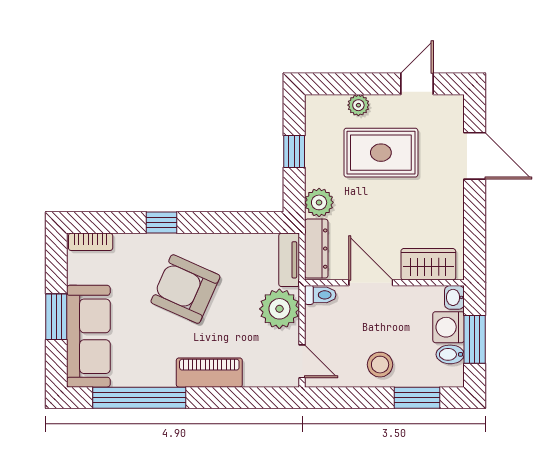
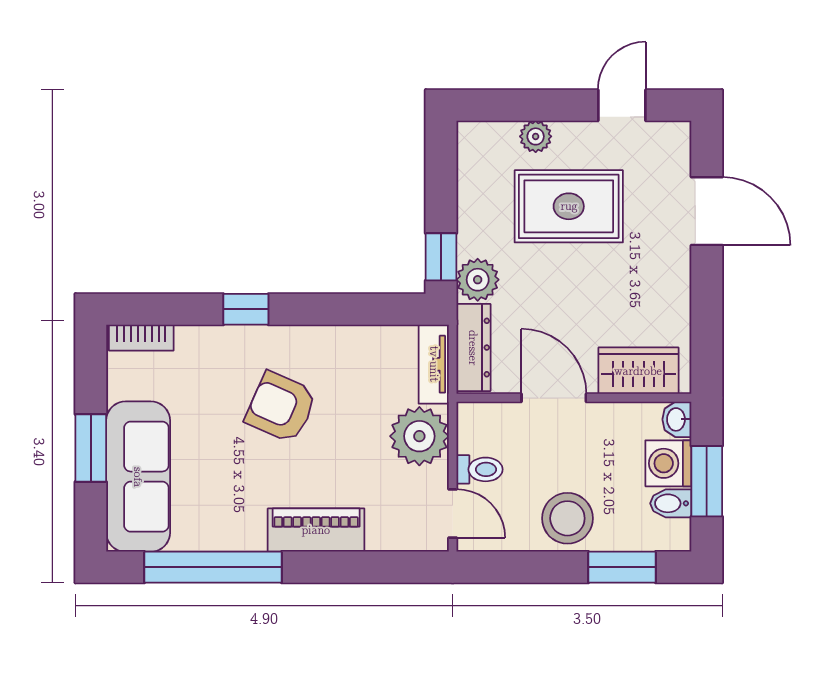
window: (294, 152) -> (441, 257), moved
armchair: (185, 289) -> (281, 407), width x0.73, depth x0.73
toilet: (320, 295) -> (480, 469), moved
stool: (380, 365) -> (567, 518), width x1.38, depth x1.38

